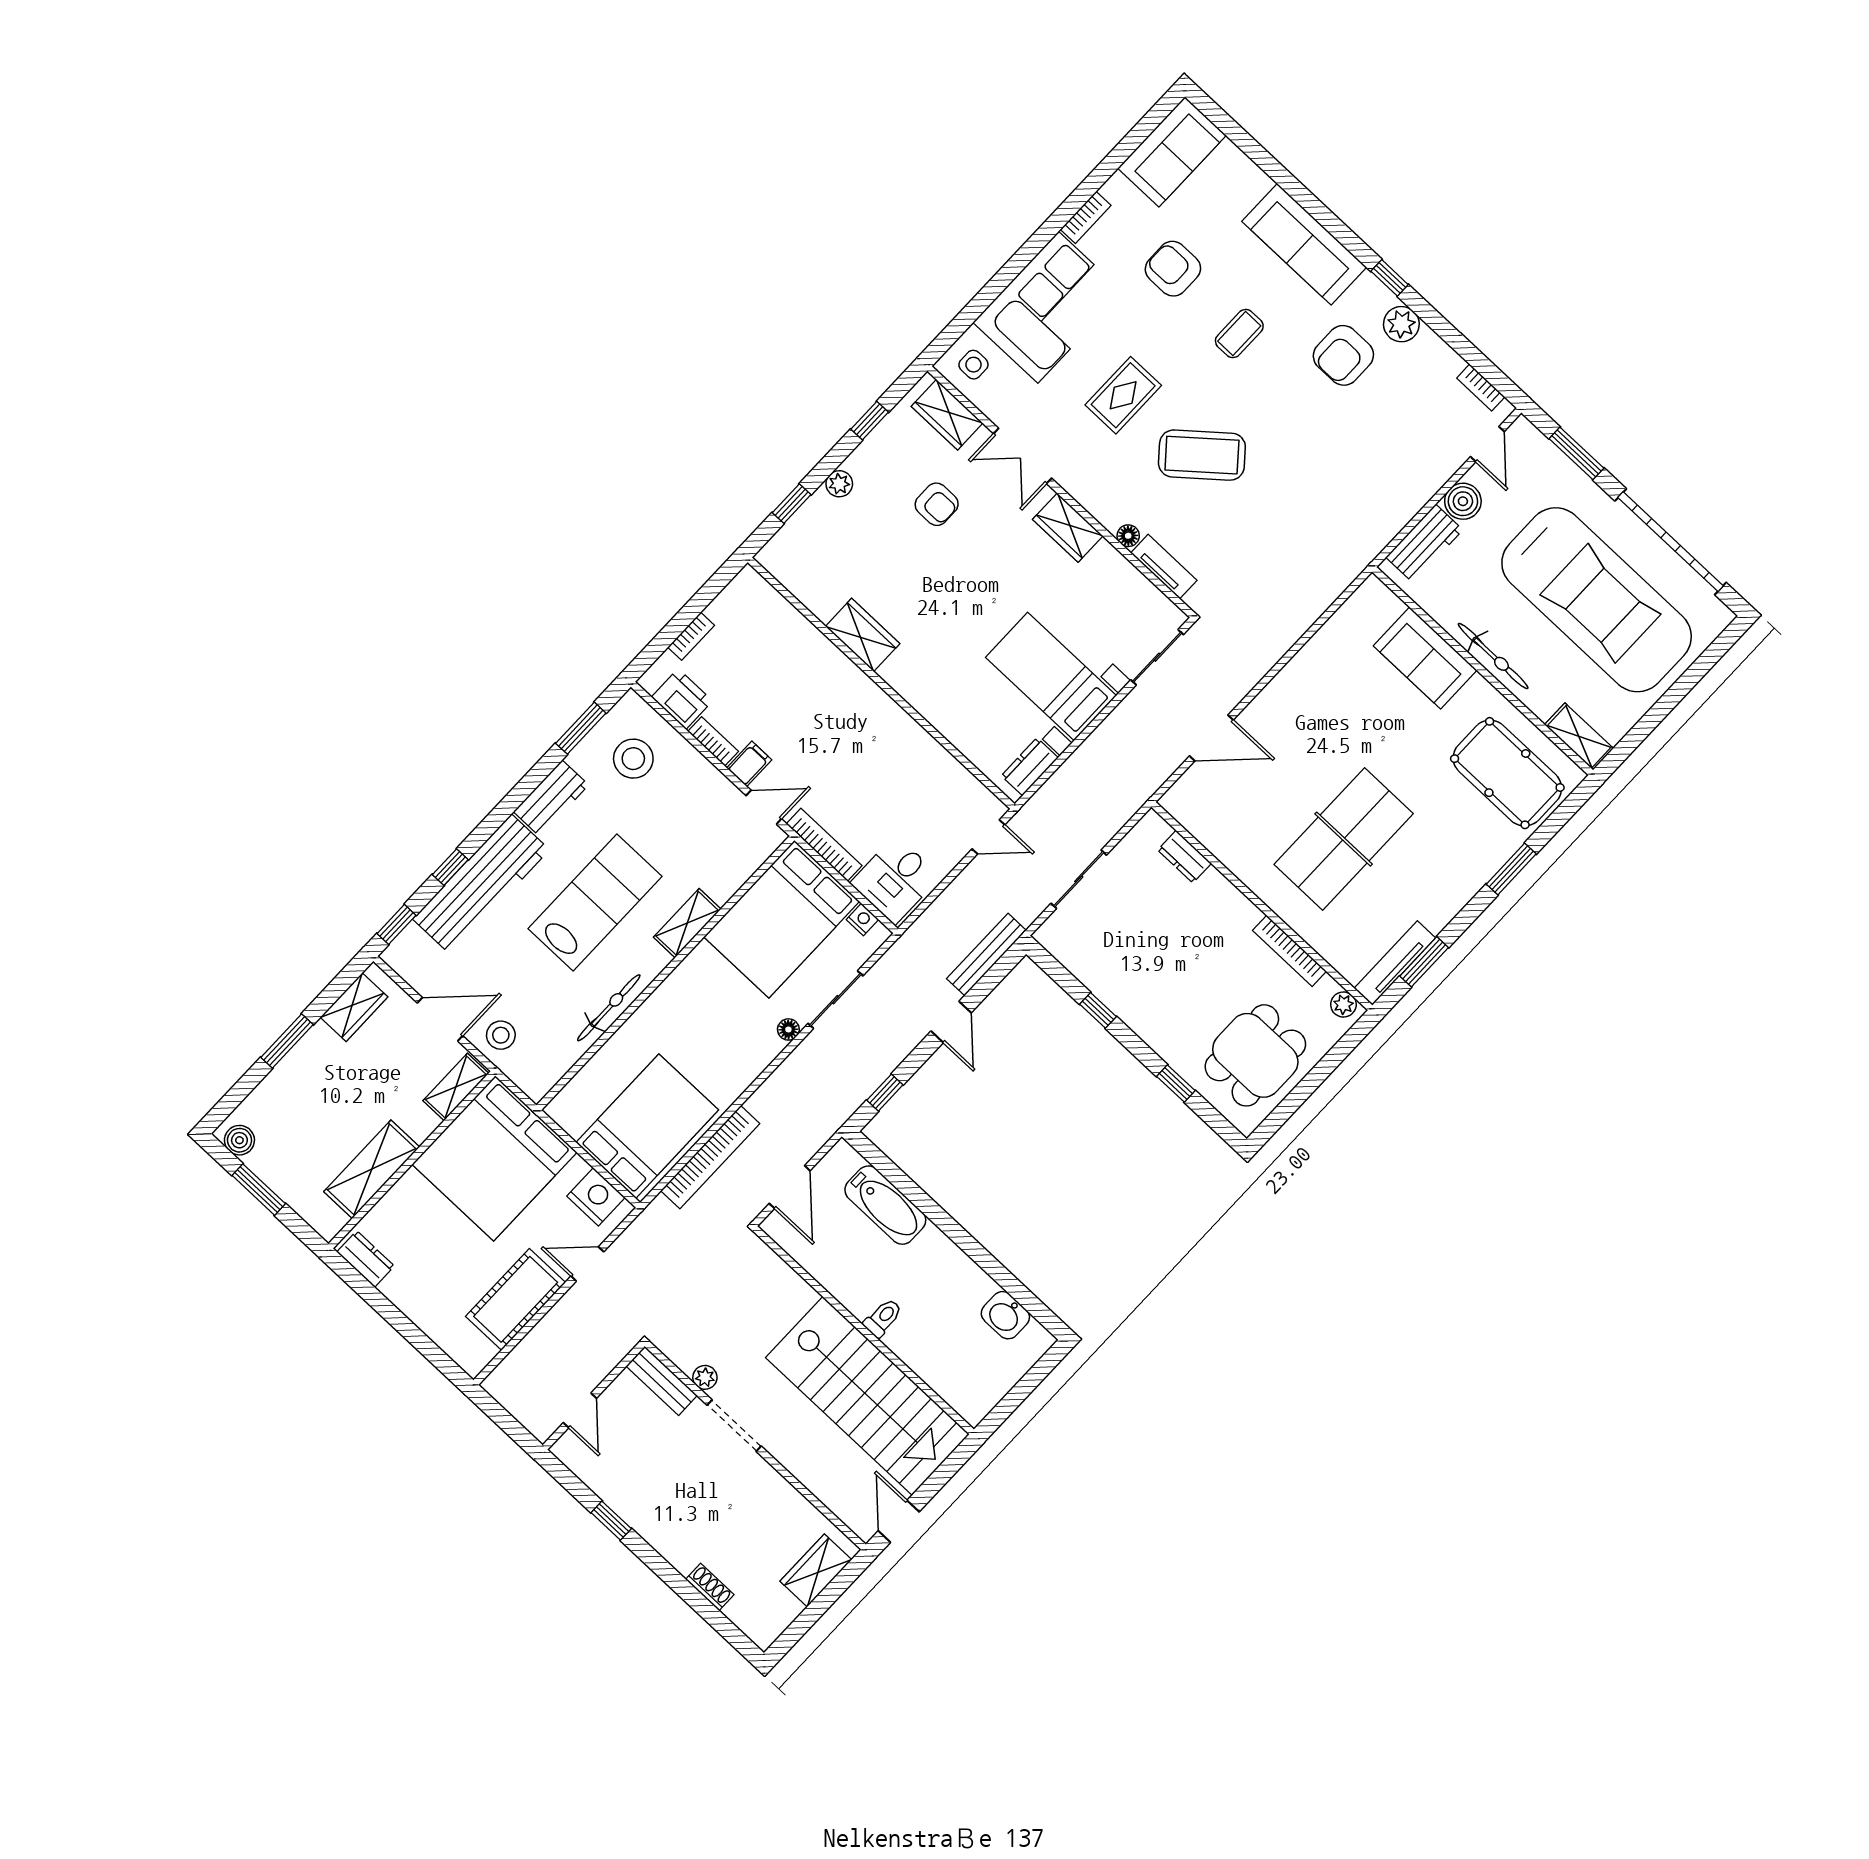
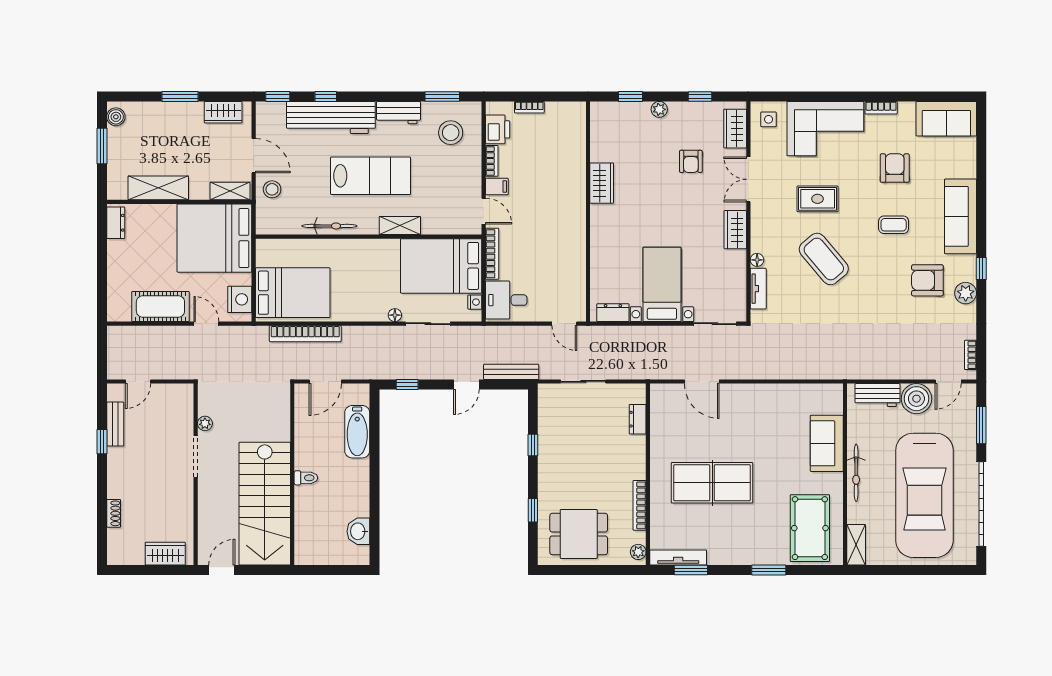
boiler: (1463, 501) -> (916, 399), width x1.37, depth x1.37
bench: (662, 1381) -> (115, 424), moved

